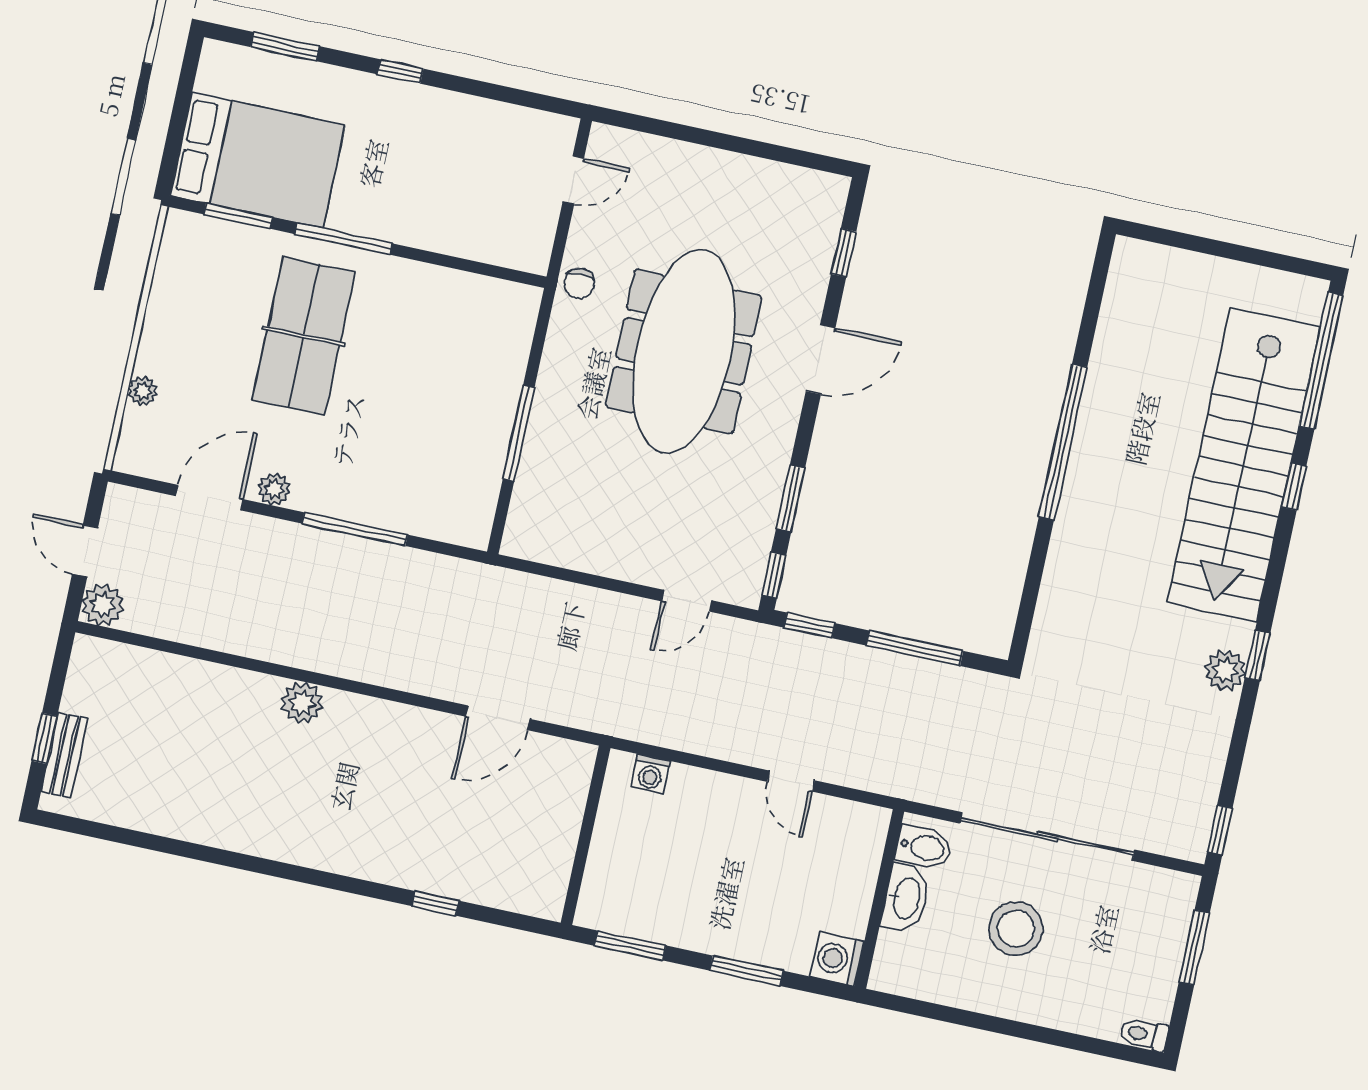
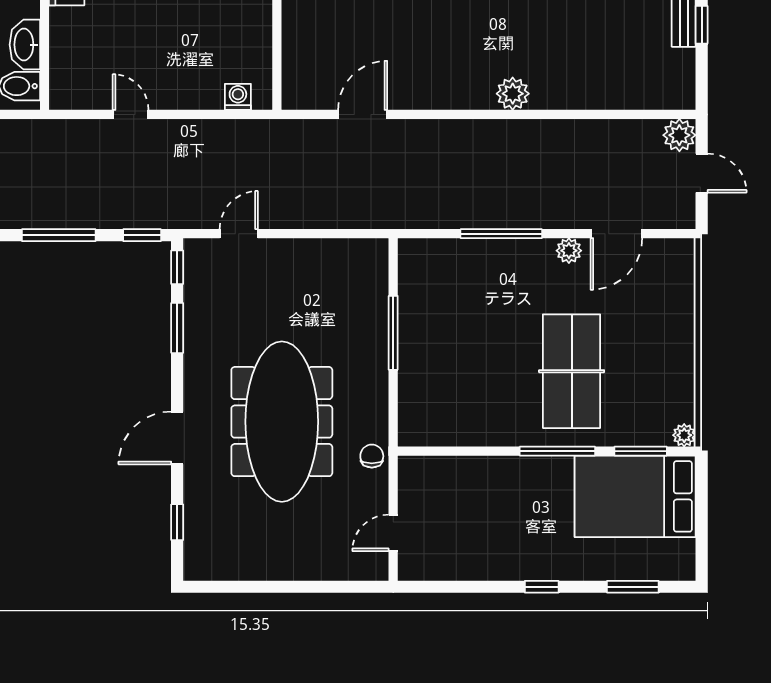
plant: (143, 391) -> (684, 435), moved

